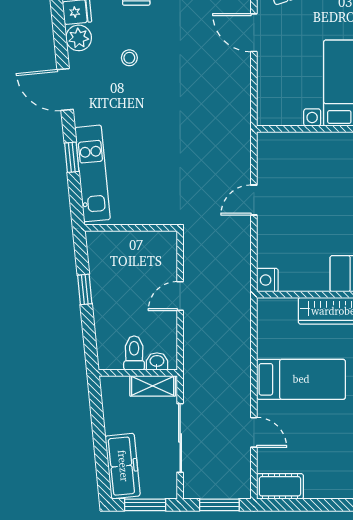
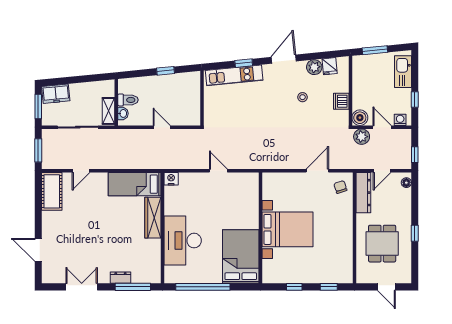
bed: (301, 379) -> (135, 184), moved, turned 90
freezer: (123, 466) -> (56, 94), width x0.71
cot: (280, 486) -> (52, 191), width x1.37, depth x1.34

